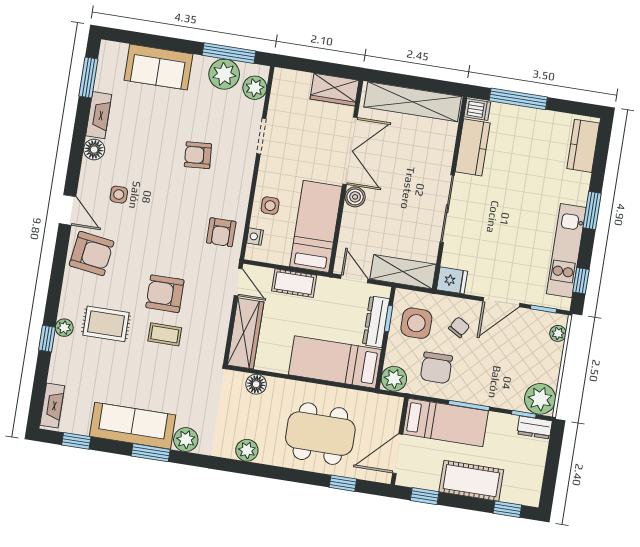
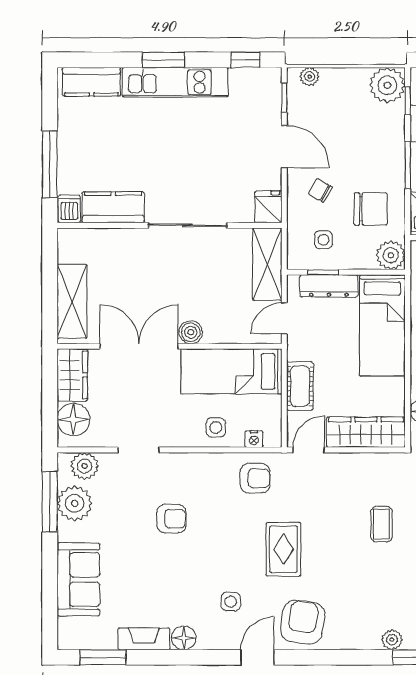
floor lamp: (296, 85) -> (73, 419), added
shelving: (413, 102) -> (72, 301), width x0.68
armchair: (198, 155) -> (172, 519), turned -86
kitchen unit: (566, 251) -> (175, 82), moved
armchair: (165, 294) -> (335, 531), removed
side table: (416, 323) -> (323, 240), width x0.54, depth x0.54
rug: (106, 324) -> (283, 549), moved

